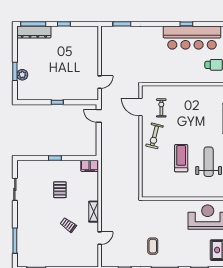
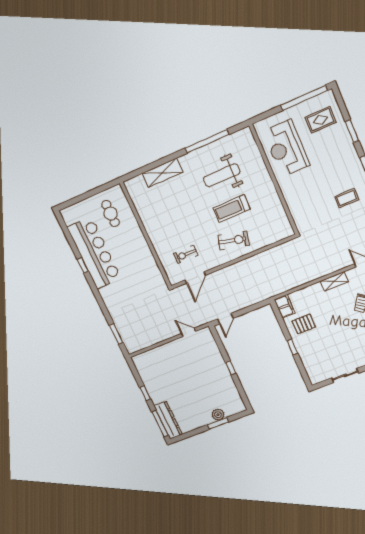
exercise bike: (155, 136) -> (233, 240), moved
pallet: (60, 190) -> (304, 324), moved

